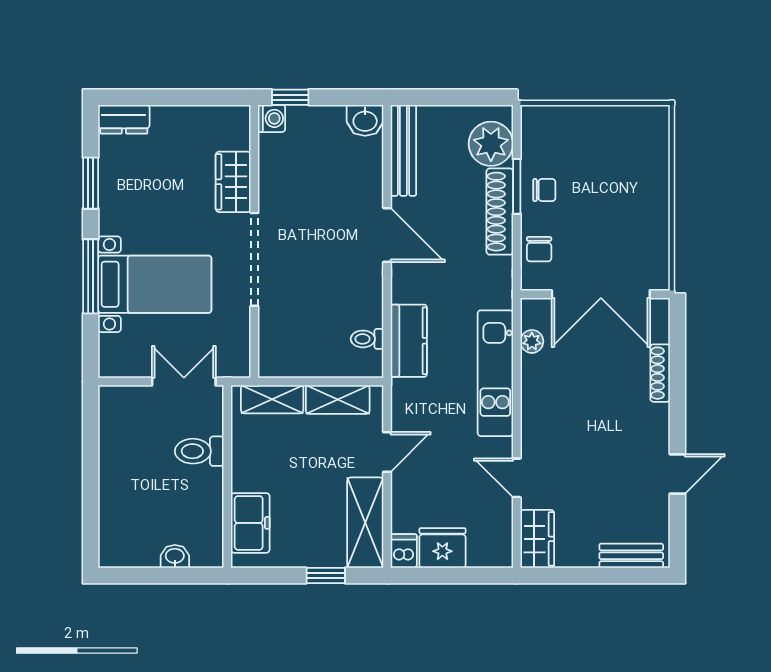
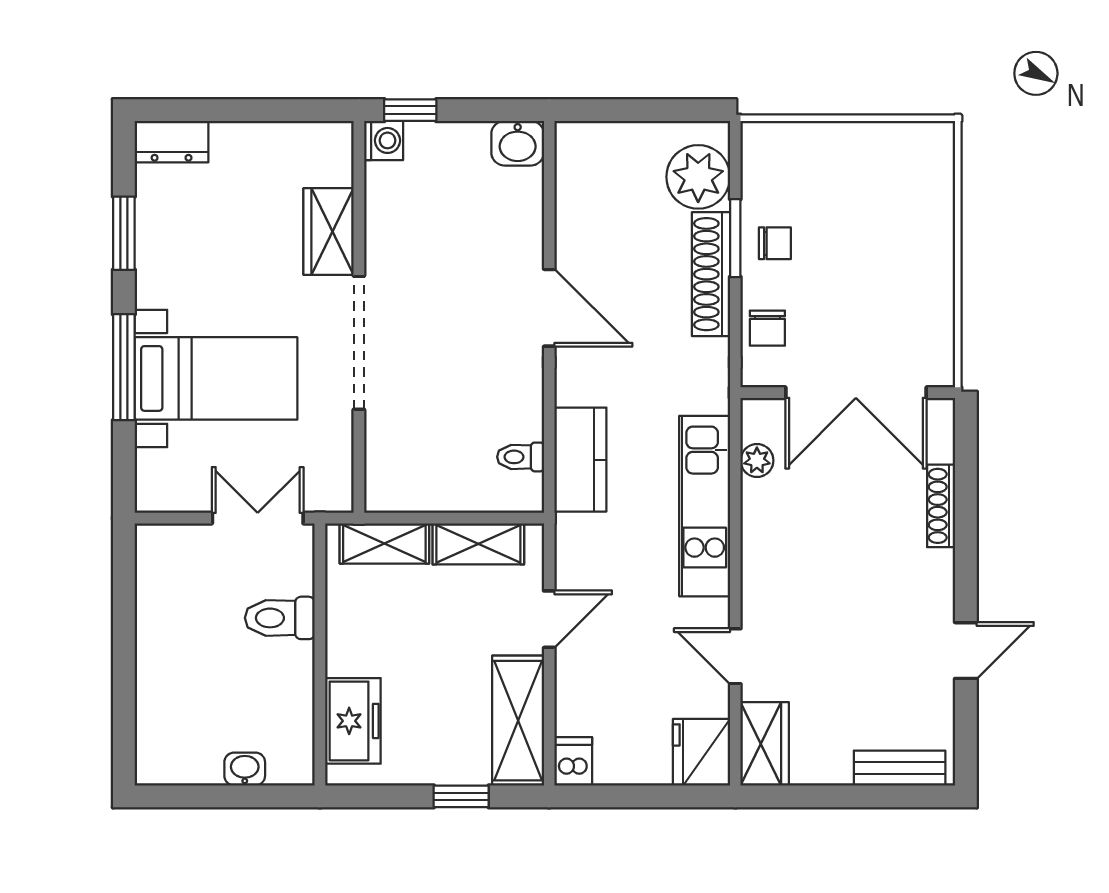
bench: (403, 150) -> (573, 186), removed
fridge: (442, 548) -> (701, 752), moved, turned -90

